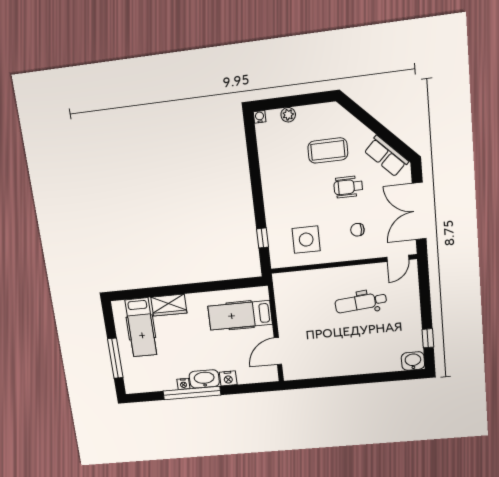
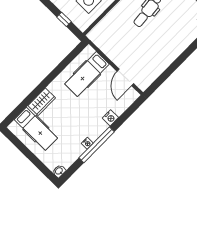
window: (115, 358) -> (35, 161), removed
washbasin: (204, 379) -> (59, 171), moved, width x0.52, depth x0.69

